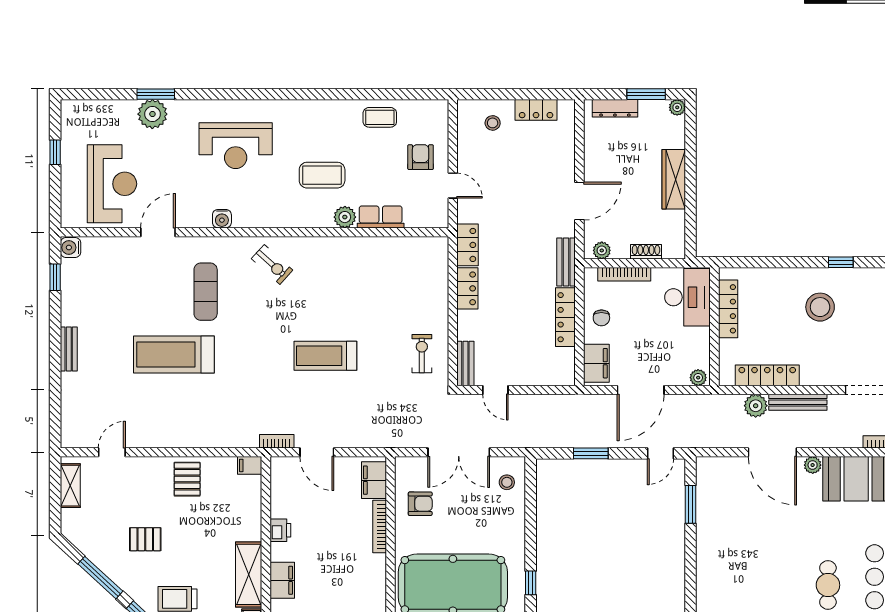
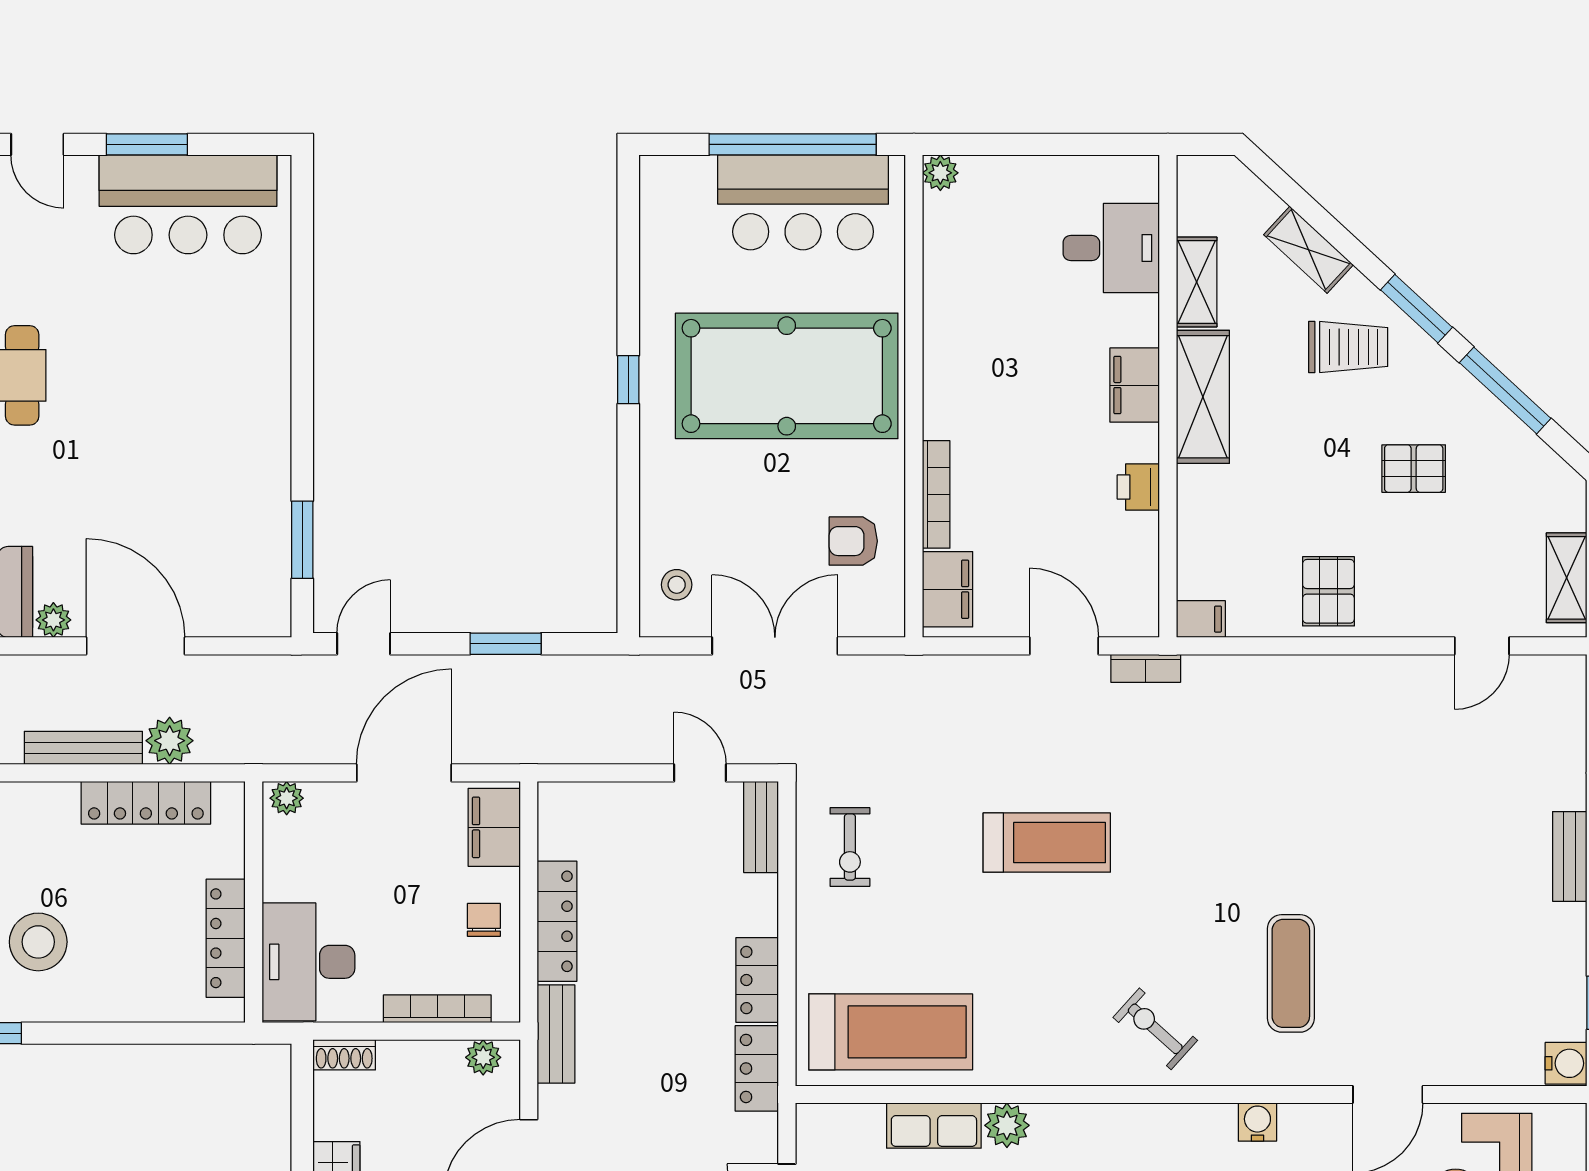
shoe rack: (646, 252) -> (344, 1055), moved
treadmill: (174, 354) -> (891, 1032), moved

